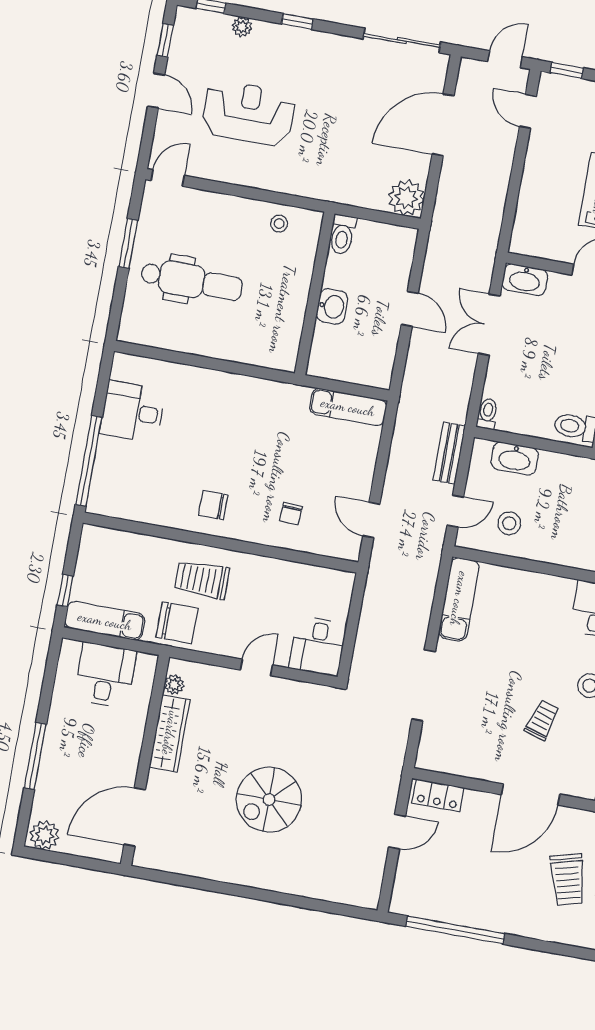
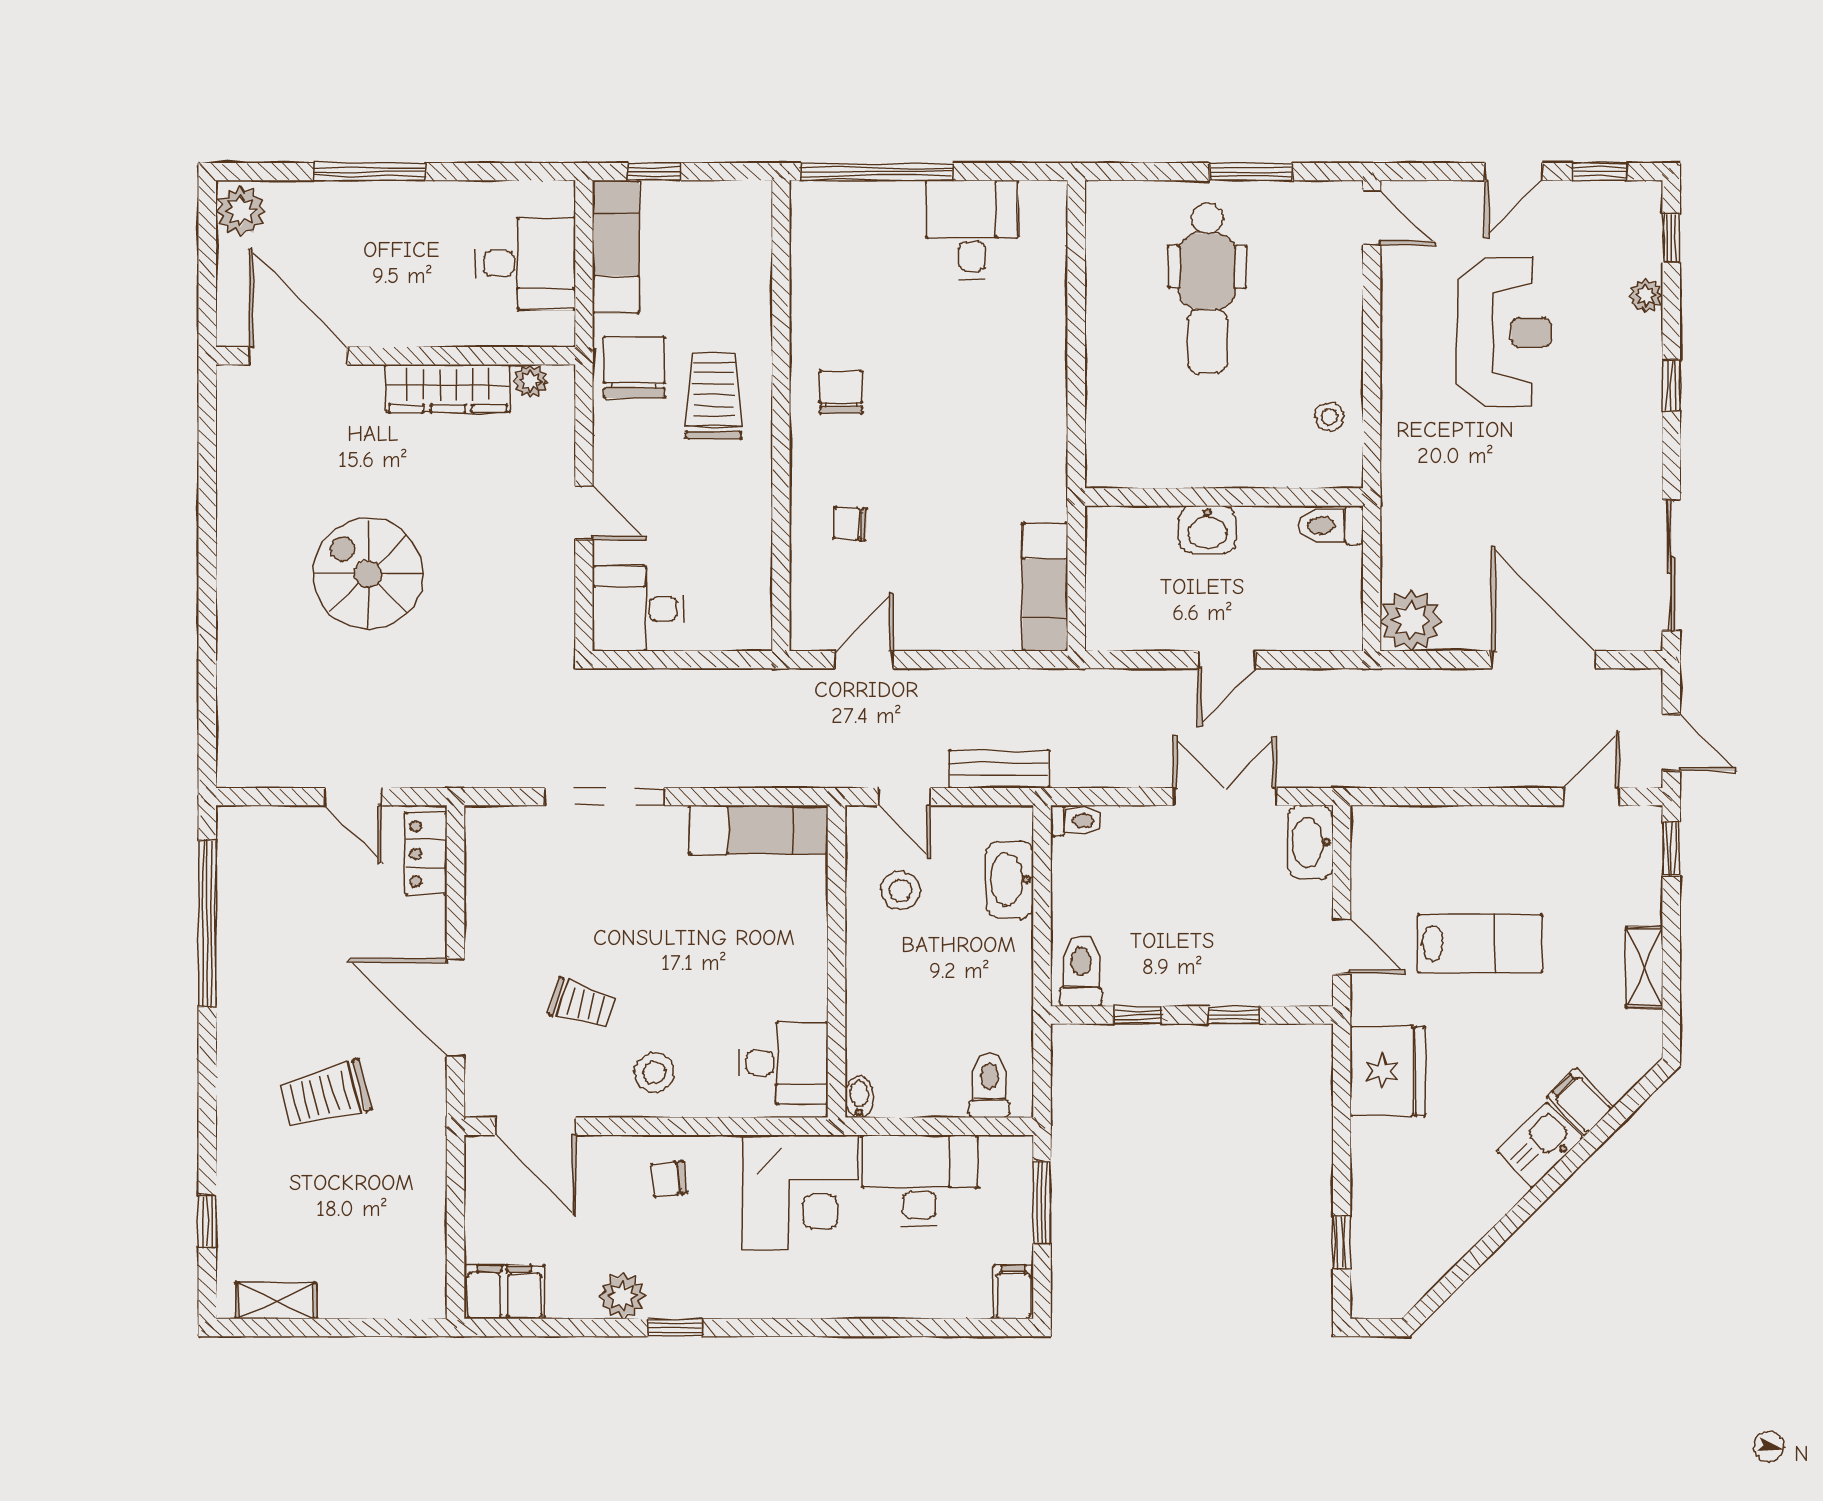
chair: (177, 623) -> (634, 367), turned 180

